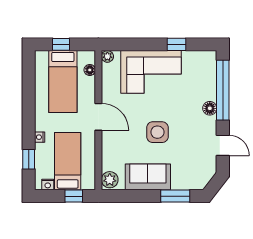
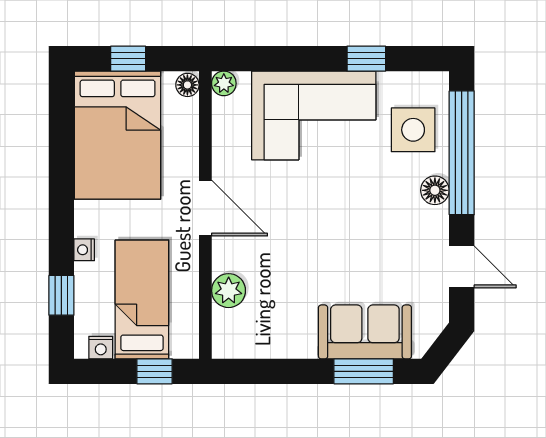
floor lamp: (90, 70) -> (187, 85), moved
bed: (63, 82) -> (118, 135), width x1.50
side table: (157, 132) -> (413, 130), moved
sofa: (148, 177) -> (365, 332), moved
plant: (110, 180) -> (229, 291), moved

